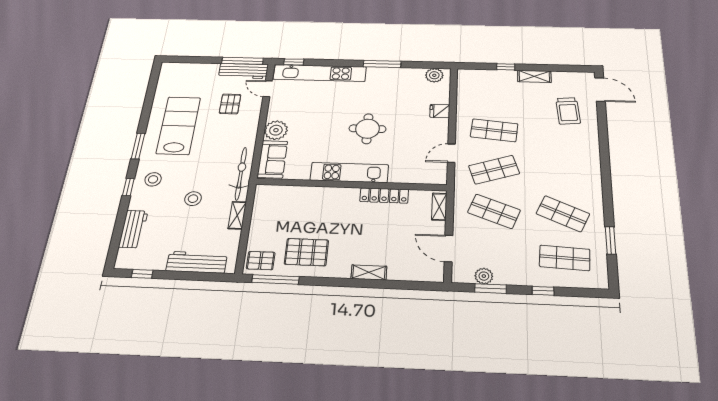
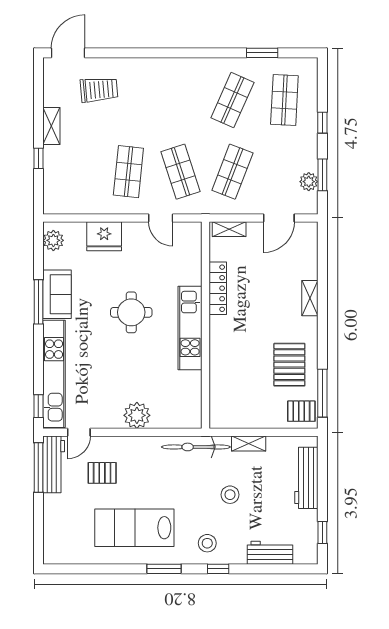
fridge: (440, 111) -> (104, 236), width x1.88, depth x1.34
sofa: (272, 159) -> (57, 294), moved, turned 90
pallet: (261, 261) -> (301, 411), turned 90

